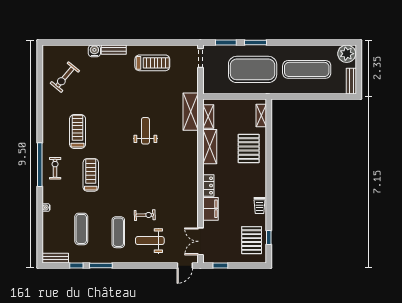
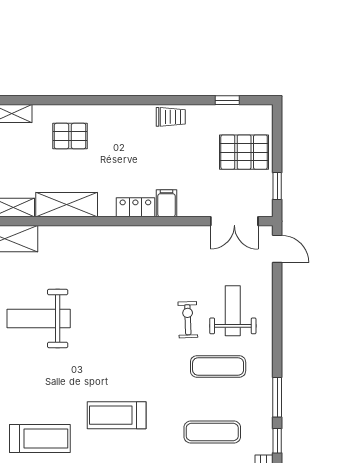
treadmill: (78, 131) -> (40, 439), turned 180
weight bench: (145, 131) -> (39, 318), width x1.36, depth x1.33
pallet: (249, 149) -> (70, 136), width x0.67, depth x0.71
filing cabinet: (211, 209) -> (166, 203), width x0.50
pallet: (252, 240) -> (244, 152), moved
weight bench: (150, 241) -> (233, 311), turned 180

